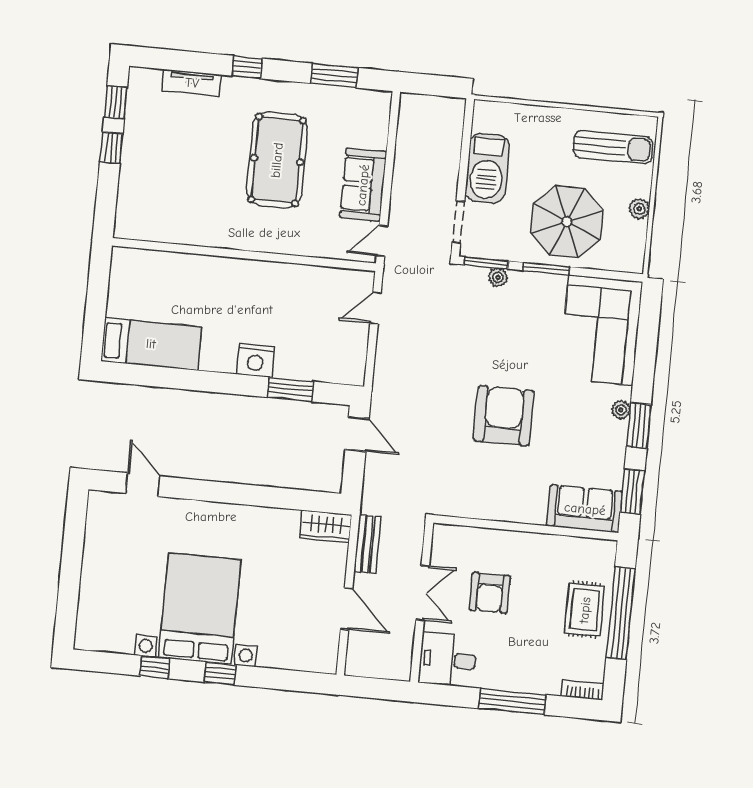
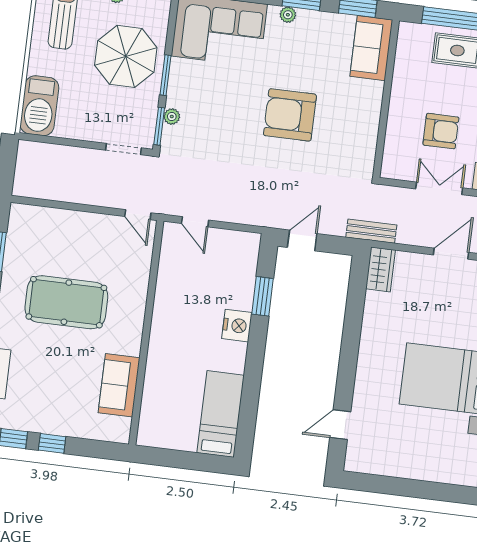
barbecue: (487, 168) -> (39, 106), moved, turned 90
sofa: (363, 185) -> (119, 385), moved, turned 90
bench: (367, 544) -> (371, 231), moved

